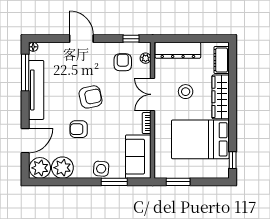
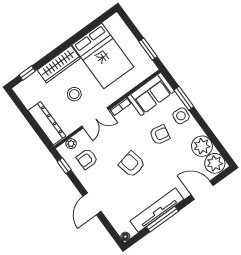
cot: (222, 60) -> (30, 84), removed
window: (25, 72) -> (162, 219), moved
armchair: (79, 129) -> (160, 135), moved, turned -79
window: (233, 160) -> (27, 73), moved

